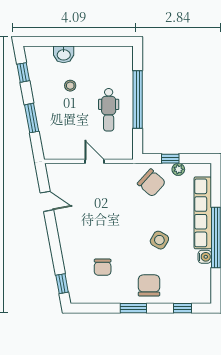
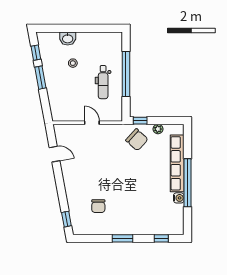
window: (32, 118) -> (40, 78), moved
window: (170, 159) -> (140, 121), moved
side table: (159, 240) -> (143, 185), removed
chair: (149, 285) -> (135, 220), removed

